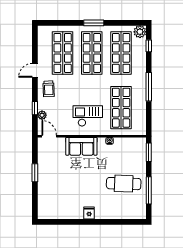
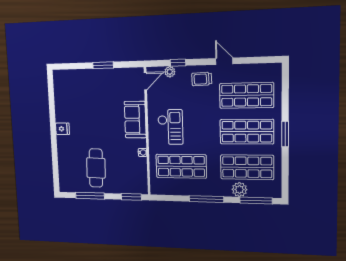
plant: (140, 32) -> (239, 190), moved
window: (149, 46) -> (256, 201), width x2.17

